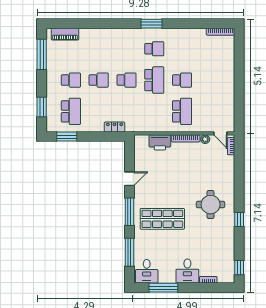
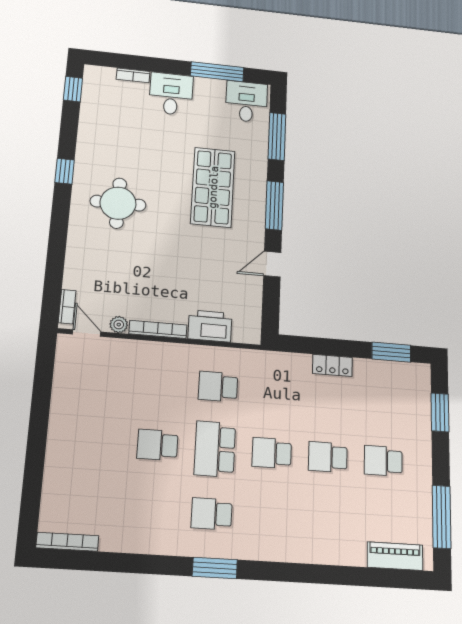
school desk: (71, 111) -> (383, 399), removed
school desk: (182, 111) -> (218, 387), moved, width x0.54
locker: (114, 127) -> (332, 365), moved
shop shelf: (162, 219) -> (213, 187), turned 90

